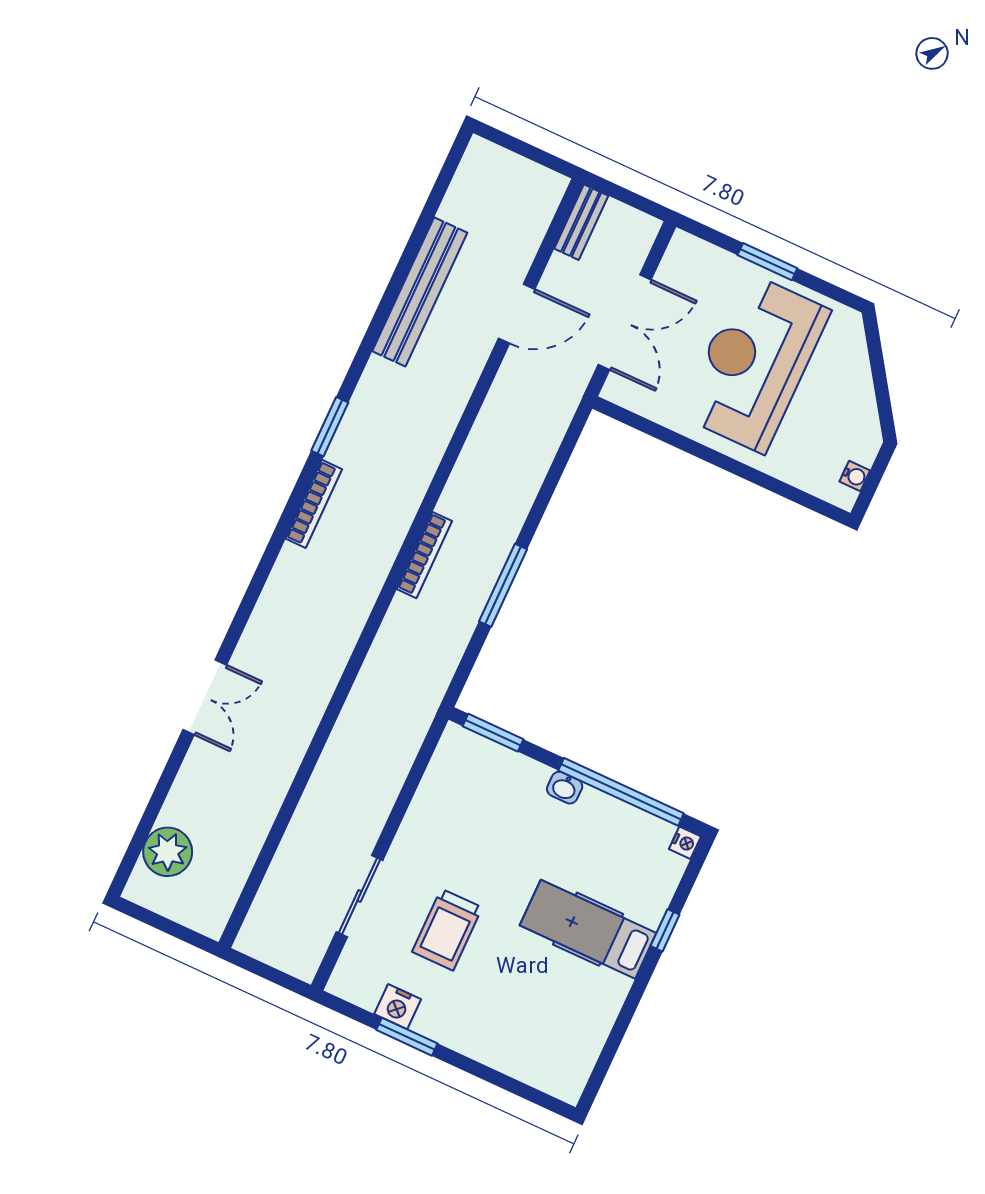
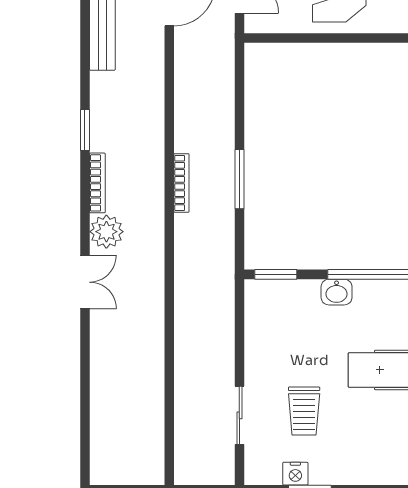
double door: (205, 697) -> (85, 282), moved
washbasin: (565, 788) -> (337, 292), width x1.38, depth x1.45
plant: (168, 852) -> (106, 232), moved

